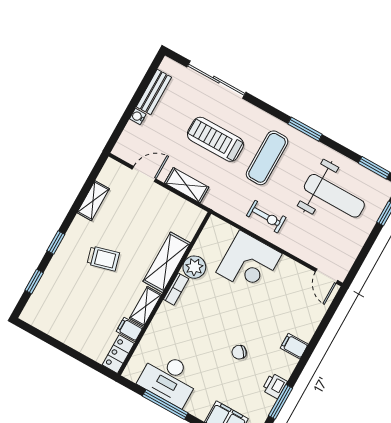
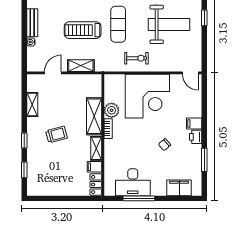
corner desk: (249, 263) -> (147, 96), width x1.36, depth x1.36
printer: (275, 386) -> (196, 137), moved

